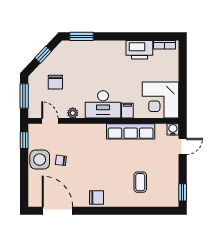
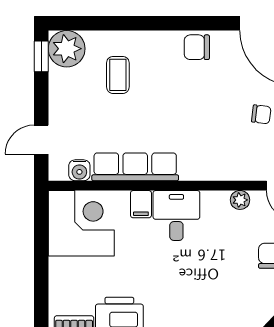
desk: (103, 104) -> (176, 215), width x0.73
water cooler: (173, 129) -> (79, 170), moved
plant: (169, 197) -> (67, 49), added

